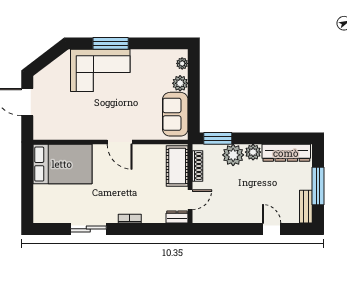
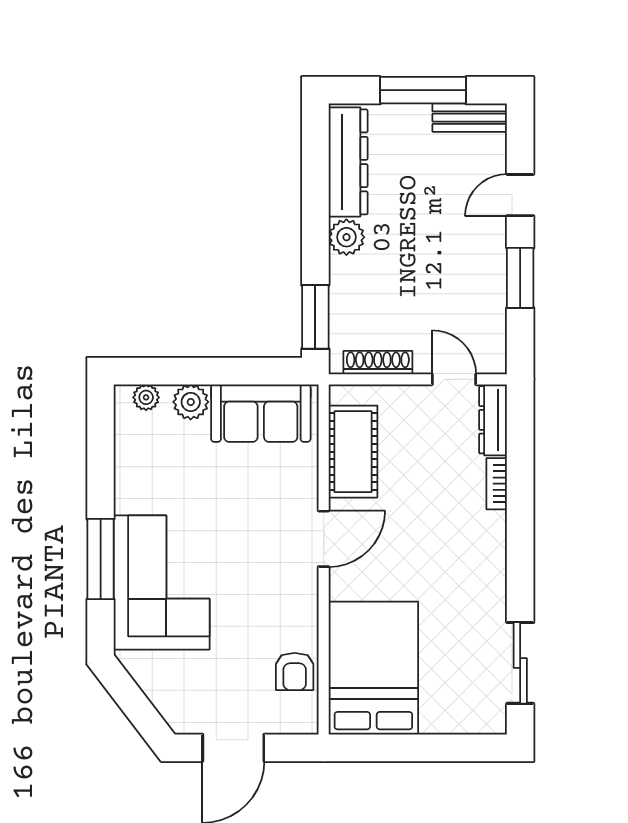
armchair: (61, 129) -> (295, 671), added
plant: (233, 155) -> (353, 282), removed
cot: (177, 166) -> (353, 452), moved, turned 90
dresser: (177, 217) -> (493, 420), width x1.44
bookcase: (130, 219) -> (497, 484), moved
sliding door: (88, 229) -> (520, 663), moved
window: (235, 229) -> (520, 278), added

